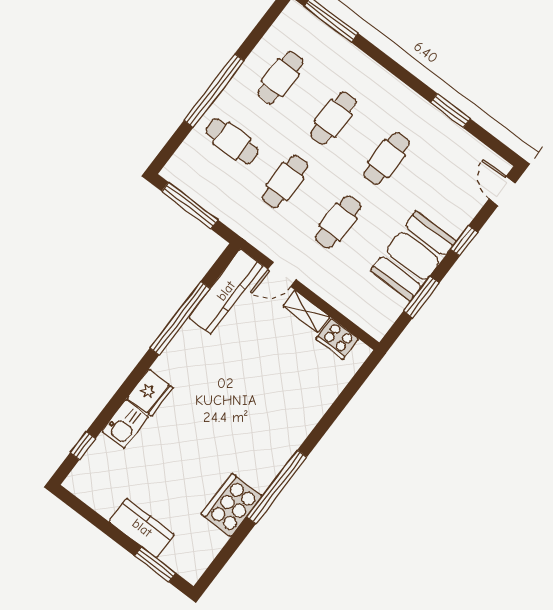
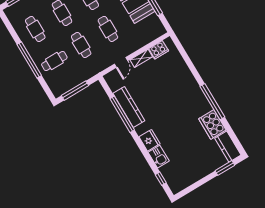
kitchen counter: (226, 291) -> (129, 107), moved
kitchen counter: (142, 528) -> (228, 147), moved, turned -90

